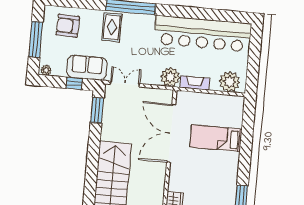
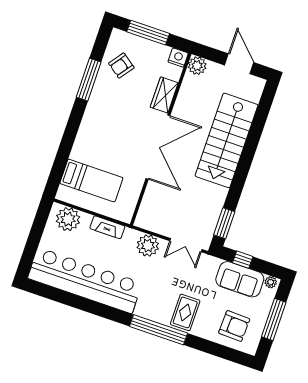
sofa: (87, 68) -> (240, 279), moved
plant: (170, 77) -> (148, 246), moved
double door: (171, 133) -> (158, 147), moved
bed: (216, 138) -> (91, 181), moved

